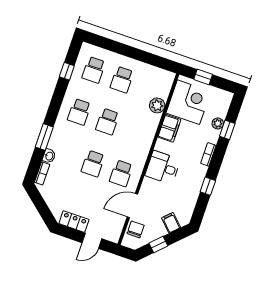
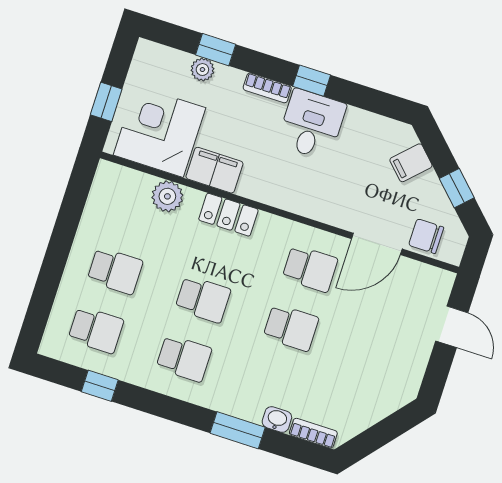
desk: (163, 168) -> (312, 124), moved, turned 180
window: (208, 186) -> (312, 81), moved
door: (132, 206) -> (377, 244), hinge flipped
locker: (74, 222) -> (228, 215), moved, turned -90

